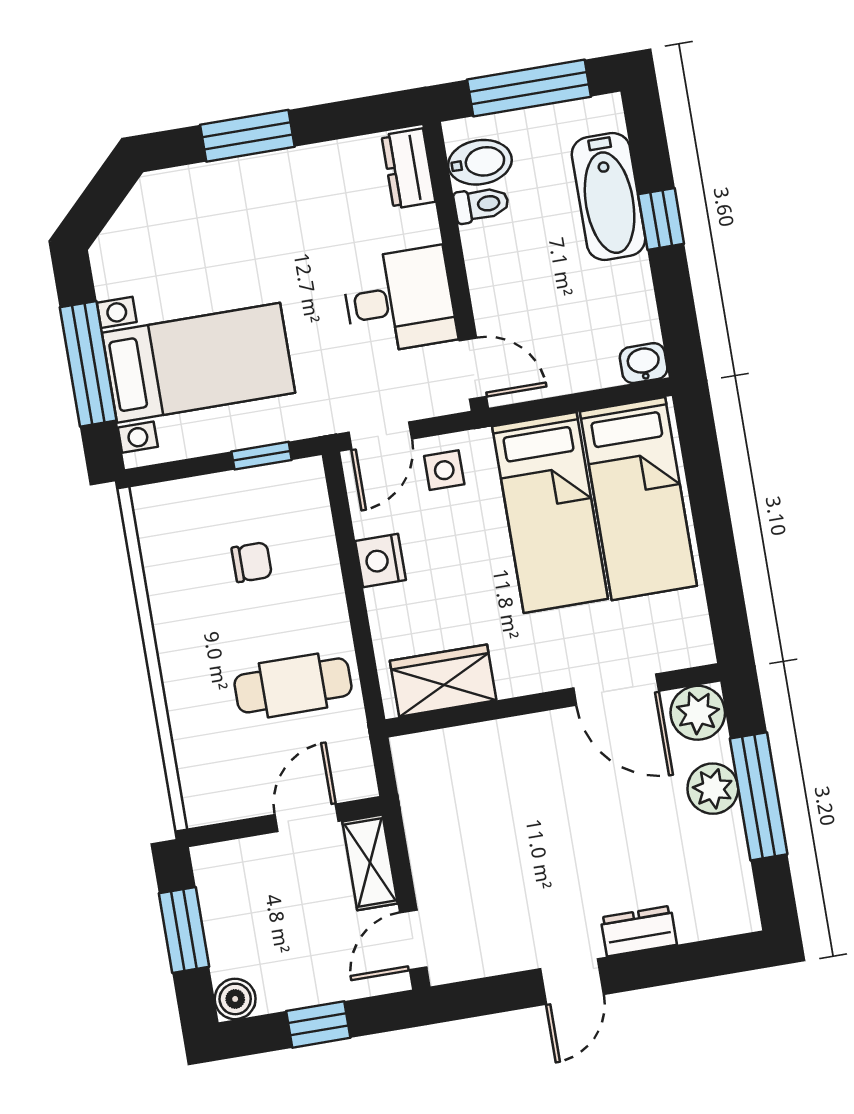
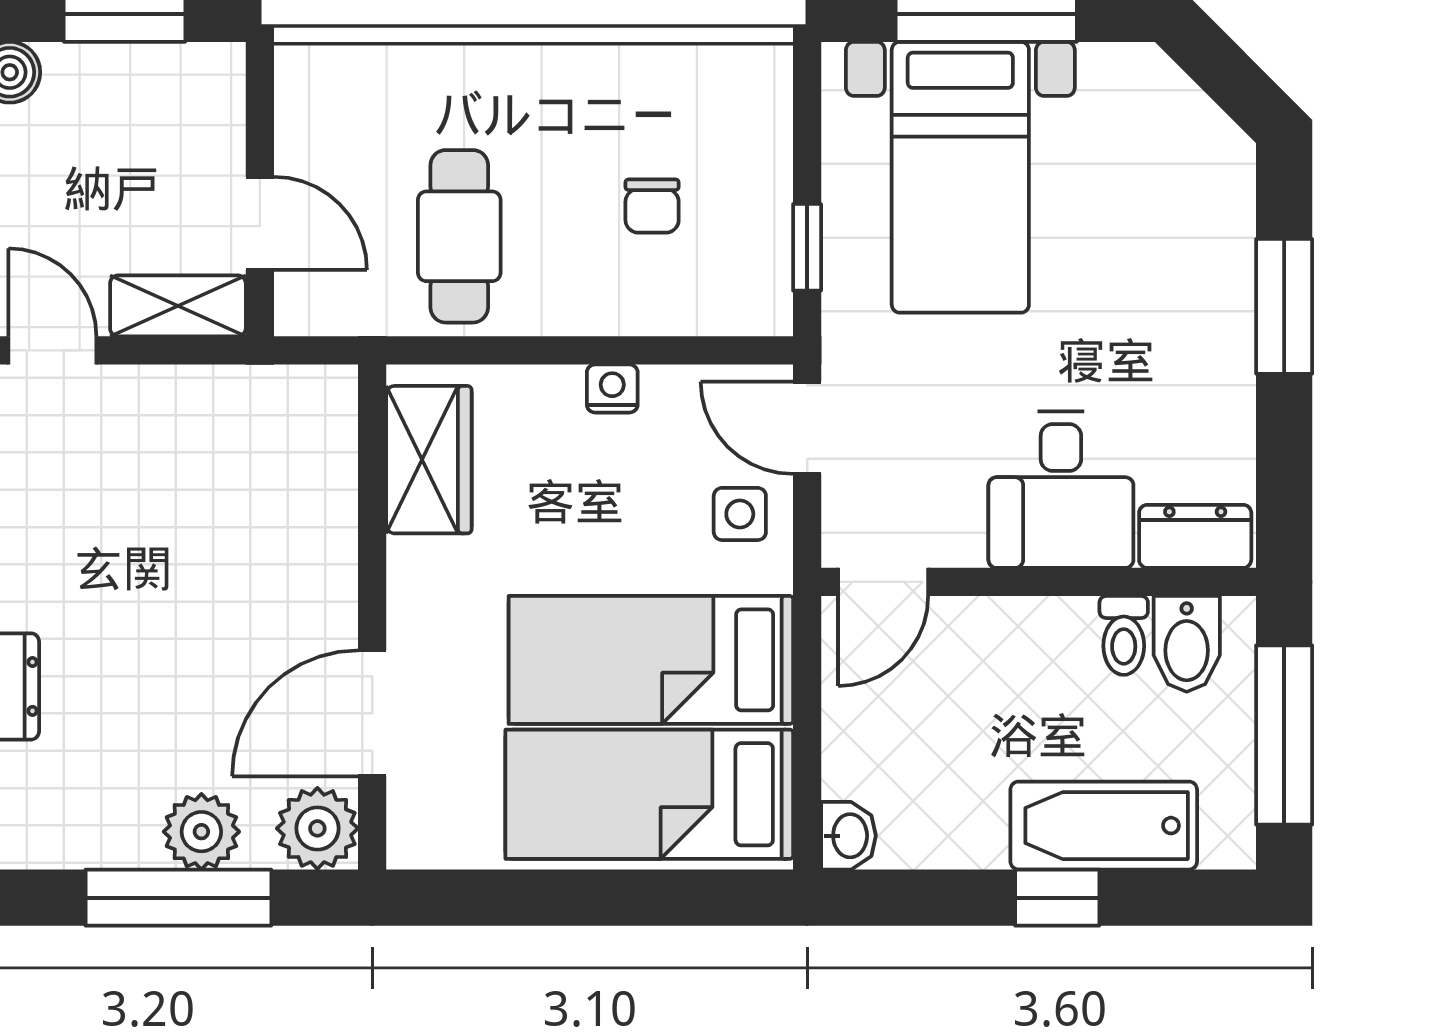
desk: (399, 300) -> (1061, 490), moved
nightstand: (380, 561) -> (612, 389), width x0.72, depth x0.74

